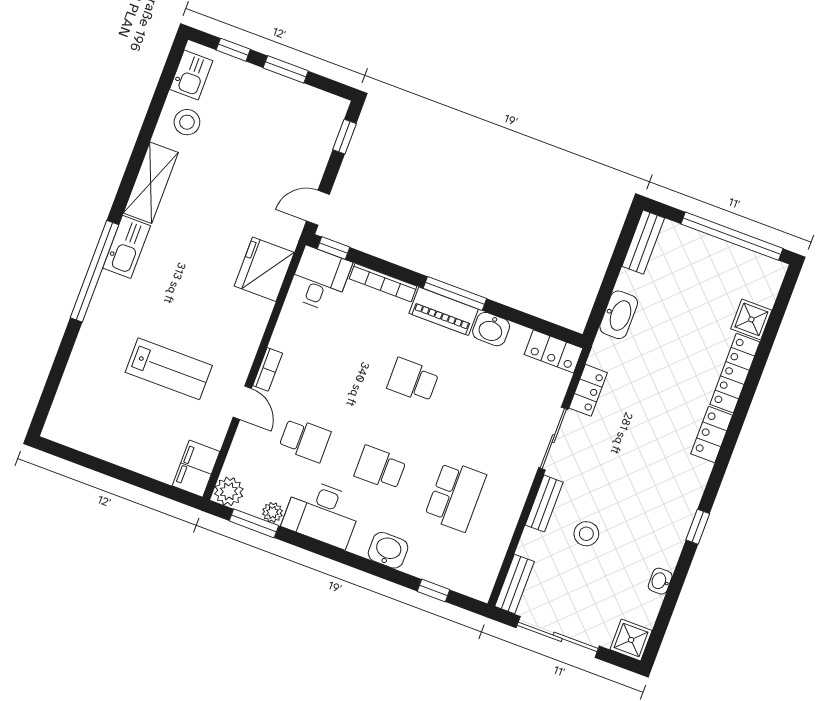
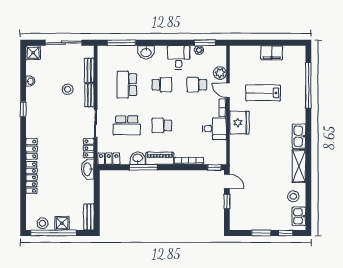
window: (345, 137) -> (227, 201), moved
door: (318, 208) -> (227, 181), hinge flipped
stool: (748, 266) -> (42, 223), added
fridge: (264, 269) -> (239, 123), moved
window: (95, 271) -> (308, 85), moved
desk: (320, 279) -> (214, 129), moved, turned -90
window: (455, 293) -> (143, 167), moved
washbasin: (619, 315) -> (88, 169), moved
shower: (751, 319) -> (62, 223), moved
school desk: (413, 380) -> (162, 125), turned 180
school desk: (488, 408) -> (127, 125), added
filing cabinet: (196, 469) -> (272, 53), moved, turned 90
plant: (229, 491) -> (220, 73), moved
desk: (322, 513) -> (179, 57), width x0.73
bench: (515, 584) -> (89, 70), moved
window: (433, 590) -> (121, 43), width x2.17

